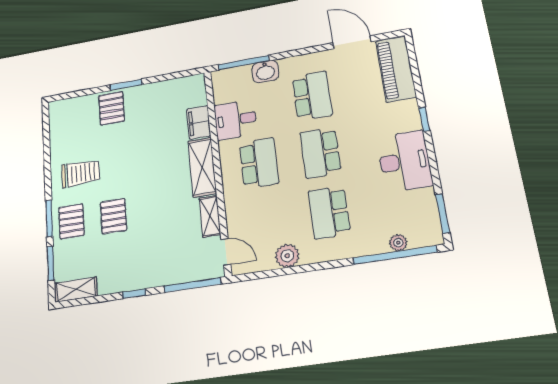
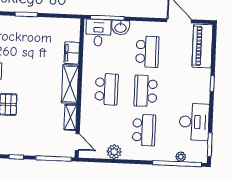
pallet: (112, 108) -> (14, 29), removed
desk: (236, 120) -> (98, 33), moved, turned 90
desk: (404, 161) -> (194, 122), moved
school desk: (329, 212) -> (144, 130), turned 180

